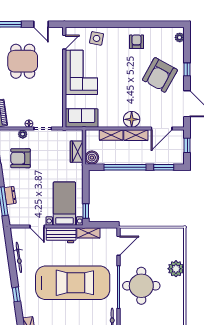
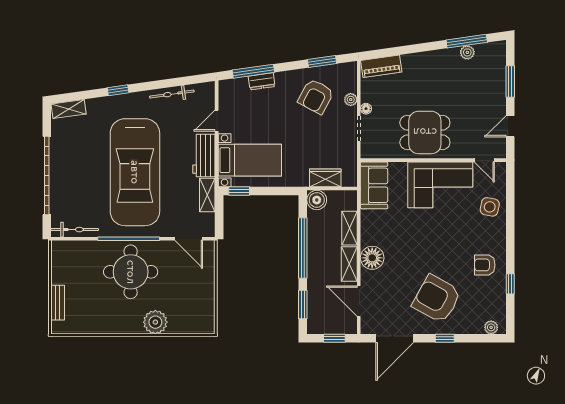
window: (150, 24) -> (510, 284), added
armchair: (137, 42) -> (485, 265), turned 180
dining table: (23, 61) -> (425, 132), moved
armchair: (20, 158) -> (316, 96), turned -152

